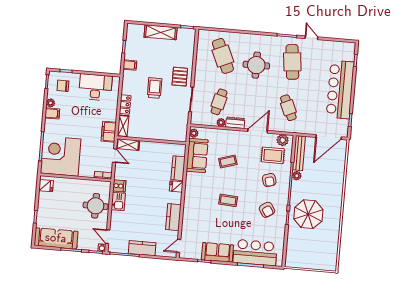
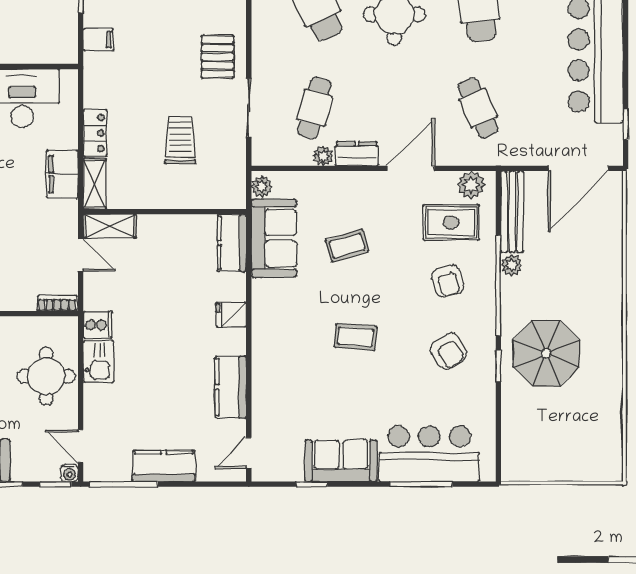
trolley: (155, 88) -> (180, 140), moved
filing cabinet: (109, 132) -> (62, 174), moved
kitchen counter: (178, 168) -> (232, 243), moved

